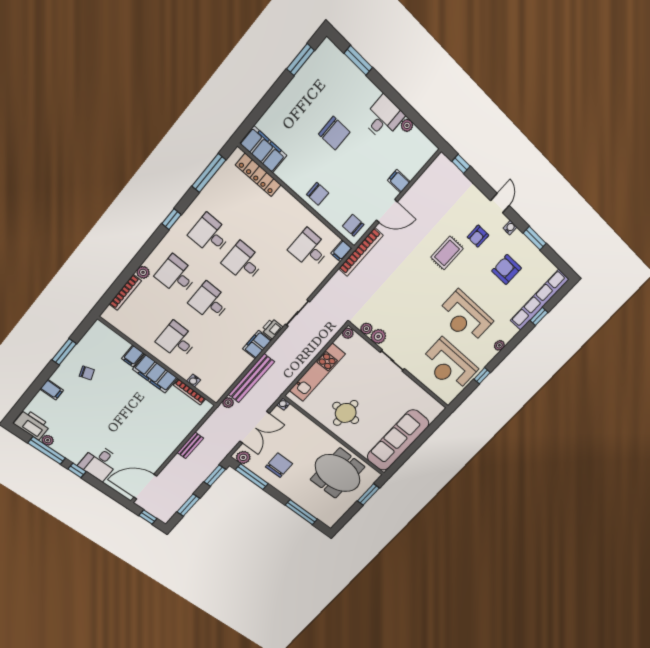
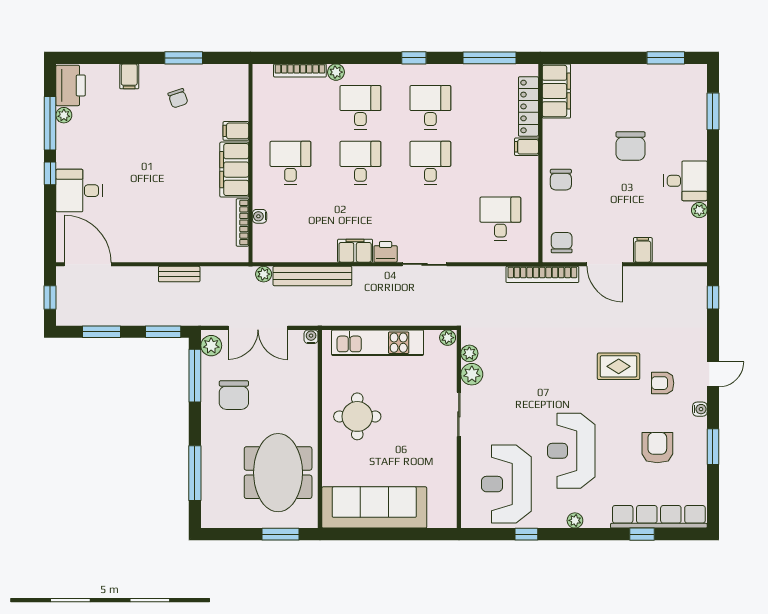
filing cabinet: (341, 251) -> (526, 147), moved
chair: (279, 465) -> (234, 395), turned 90

